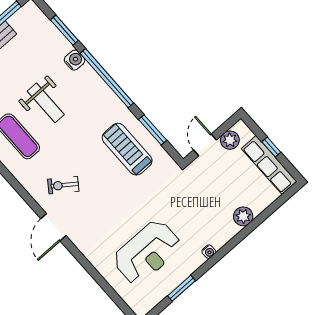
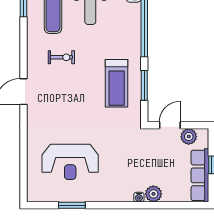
treadmill: (127, 149) -> (117, 83), turned 180
exercise bike: (63, 185) -> (61, 57), moved, turned 144
water cooler: (209, 252) -> (139, 197), moved

